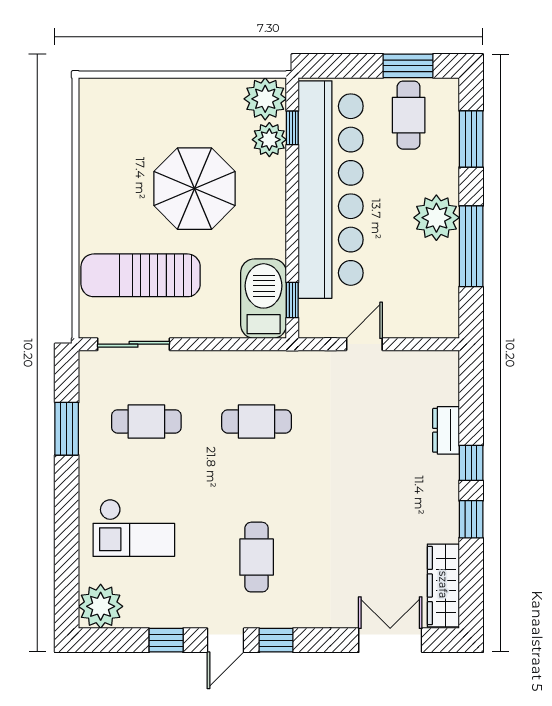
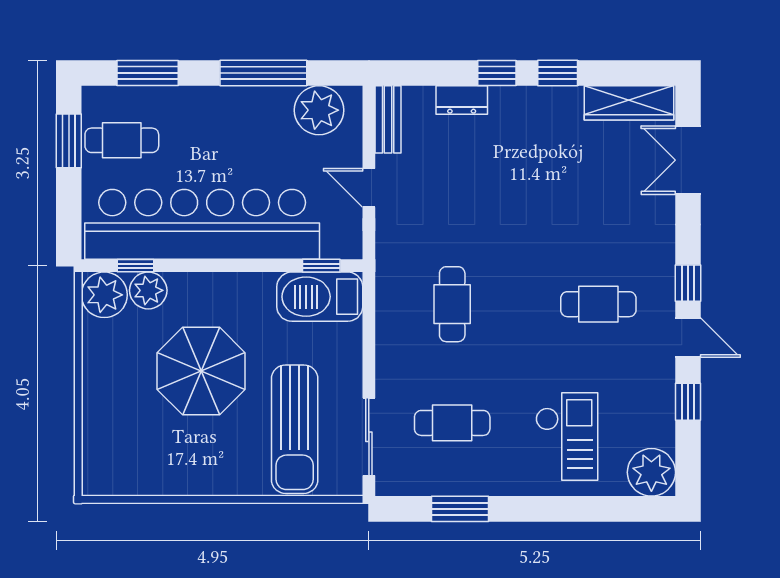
plant: (436, 218) -> (319, 110), moved
bench: (428, 362) -> (388, 119), added
cafe table: (146, 421) -> (452, 423), turned 90

